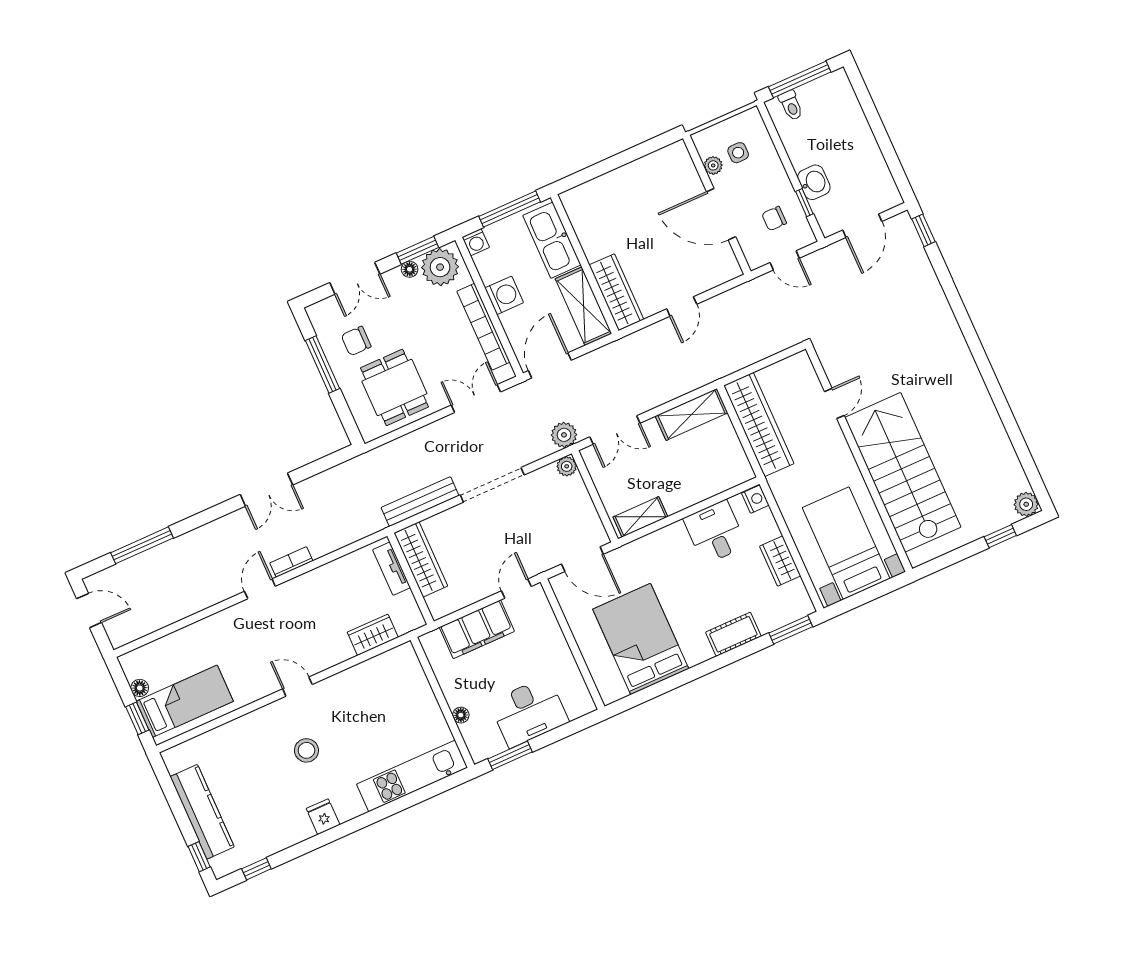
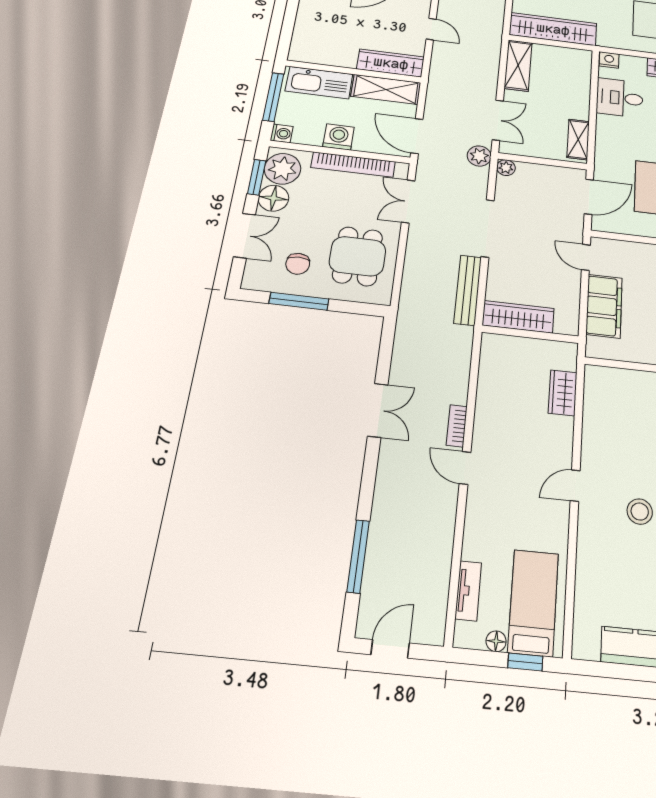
floor lamp: (410, 269) -> (273, 198), width x1.89, depth x1.89
dining table: (394, 387) -> (358, 256), turned 90
tv unit: (392, 569) -> (468, 591), moved, turned -90

